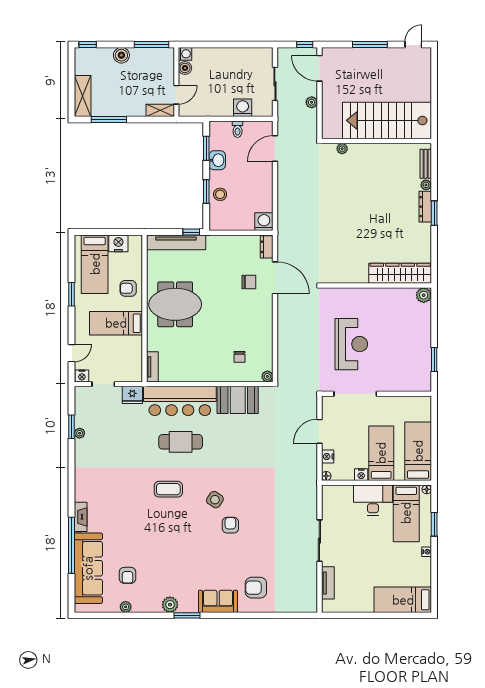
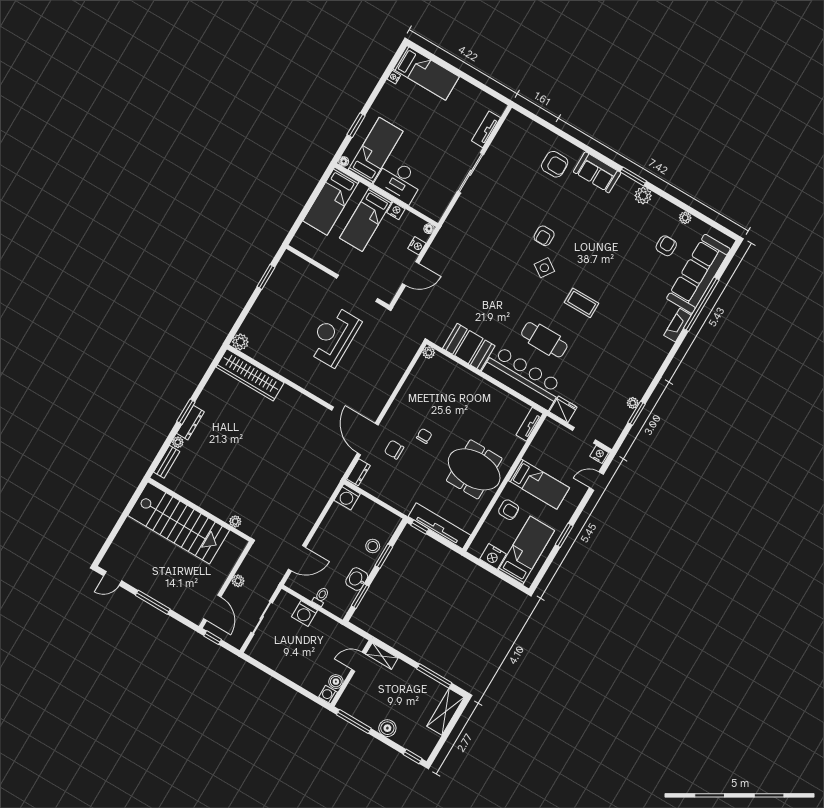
chair: (239, 357) -> (424, 436), moved
nightstand: (427, 552) -> (394, 77), moved

